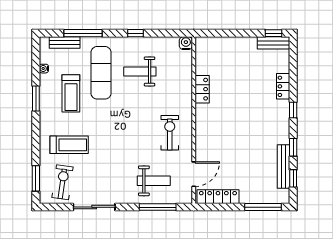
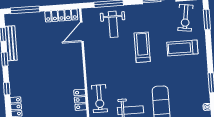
treadmill: (71, 93) -> (142, 47), moved
exercise bike: (170, 133) -> (99, 99), moved
weight bench: (154, 181) -> (113, 24), turned -90

